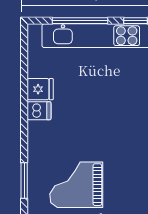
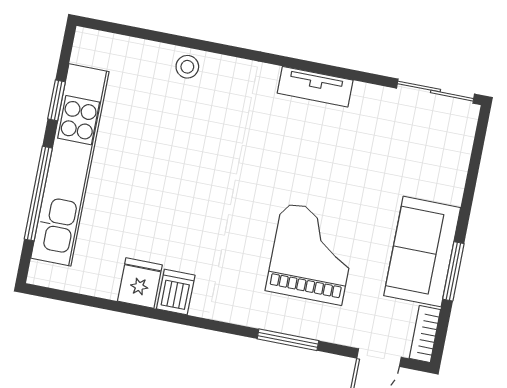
grand piano: (76, 185) -> (312, 254), turned 180

